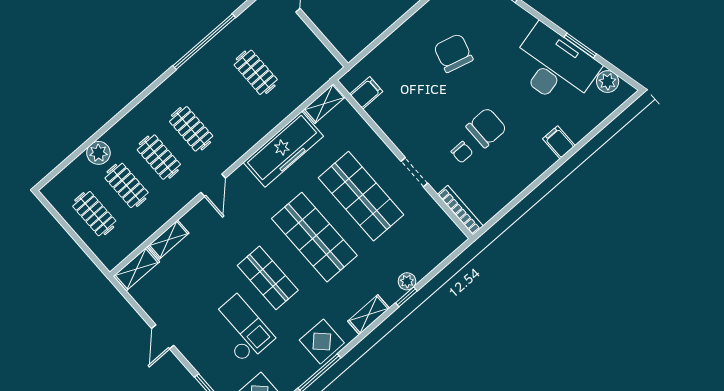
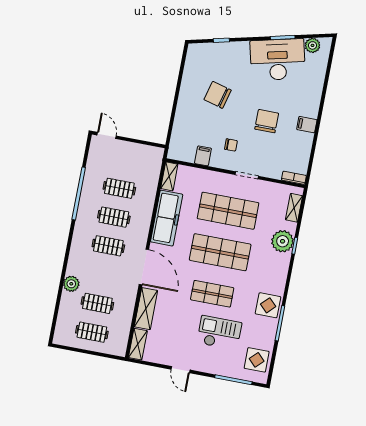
filing cabinet: (366, 93) -> (203, 156), moved
filing cabinet: (559, 142) -> (307, 125), moved
chair: (462, 152) -> (231, 145), moved
plant: (98, 153) -> (71, 284), moved
clothes rail: (159, 157) -> (114, 217), moved
door: (213, 185) -> (144, 267), width x1.88
bookcase: (460, 210) -> (294, 178), width x0.64
shelving: (169, 240) -> (146, 309), width x1.50, depth x1.33
plant: (407, 281) -> (283, 241), width x1.87, depth x1.87
shelving: (369, 315) -> (294, 208), moved

